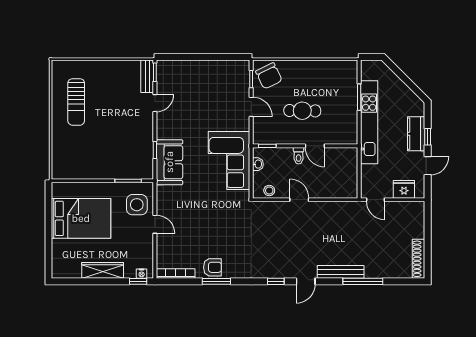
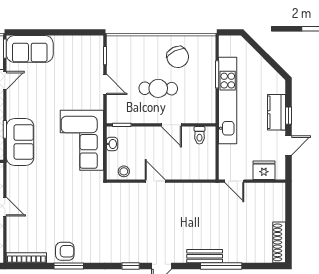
sofa: (179, 73) -> (30, 49), added
chair: (269, 76) -> (178, 57), moved
toilet: (299, 156) -> (199, 135), moved
bench: (341, 272) -> (205, 256), width x0.73

